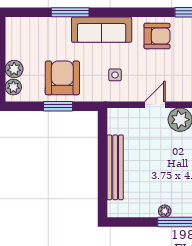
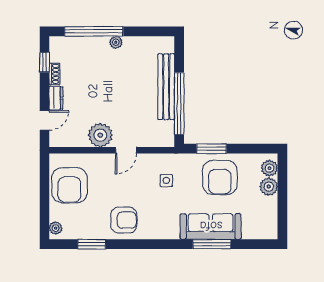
sofa: (102, 30) -> (211, 226), moved
armchair: (157, 36) -> (124, 220), turned 180
window: (58, 106) -> (211, 149), moved
window: (102, 151) -> (179, 104), added

